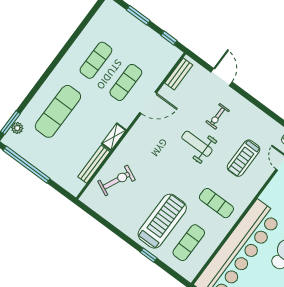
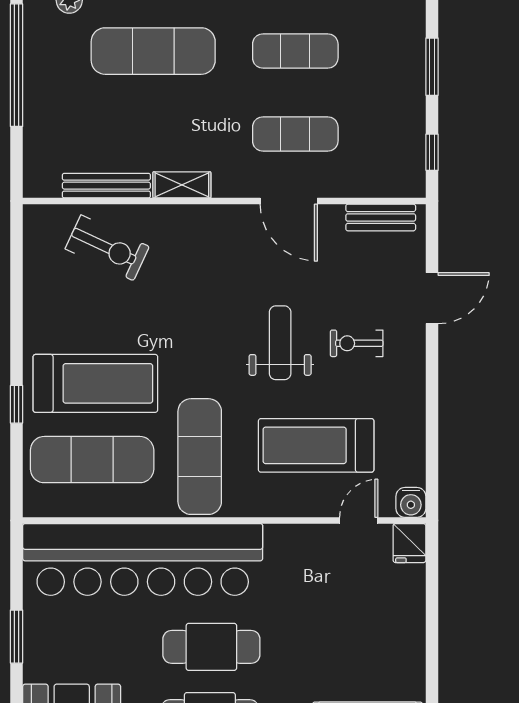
treadmill: (244, 158) -> (316, 445), width x1.37, depth x1.38
exercise mat: (216, 203) -> (200, 457), width x1.36, depth x1.45
exercise mat: (189, 243) -> (92, 460), width x1.36, depth x1.45

